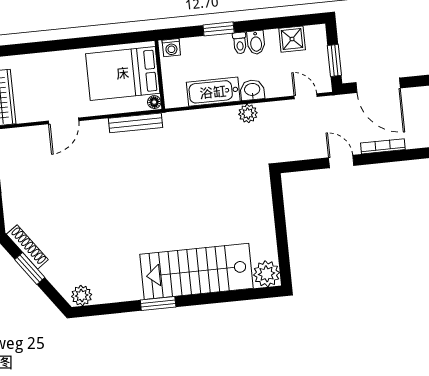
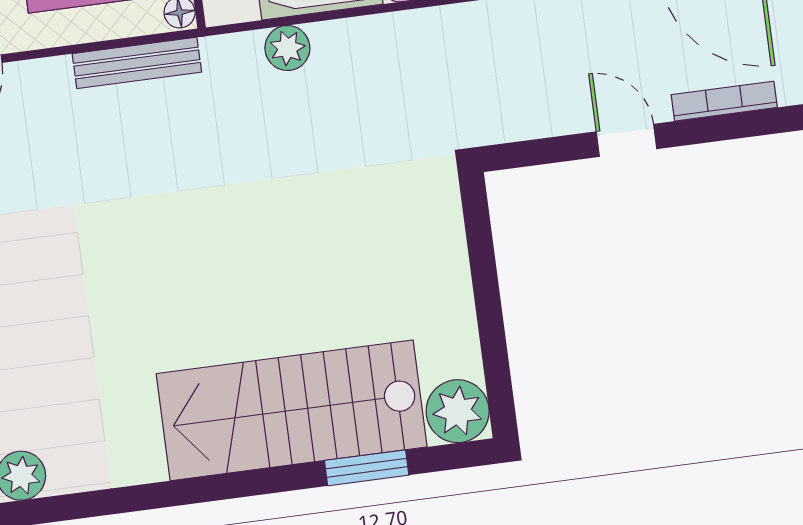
plant: (248, 113) -> (287, 48), moved
window: (158, 304) -> (367, 468), moved

